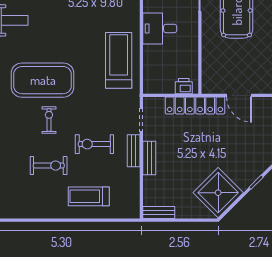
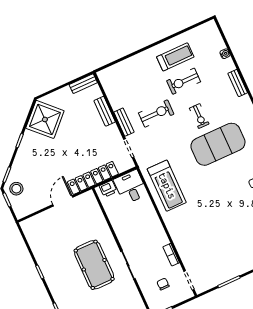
desk: (160, 28) -> (131, 187), moved, turned -90
door: (239, 95) -> (63, 201), hinge flipped
bench: (149, 158) -> (105, 111), moved
treadmill: (89, 196) -> (175, 57), moved

